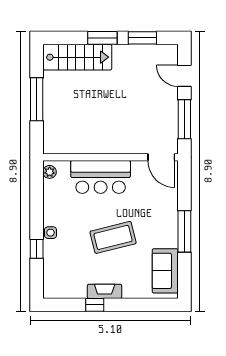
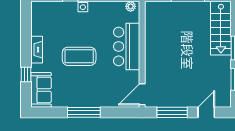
coffee table: (113, 237) -> (79, 56), turned -76
sofa: (165, 271) -> (41, 90), moved, turned 90
window: (95, 305) -> (26, 75), moved

